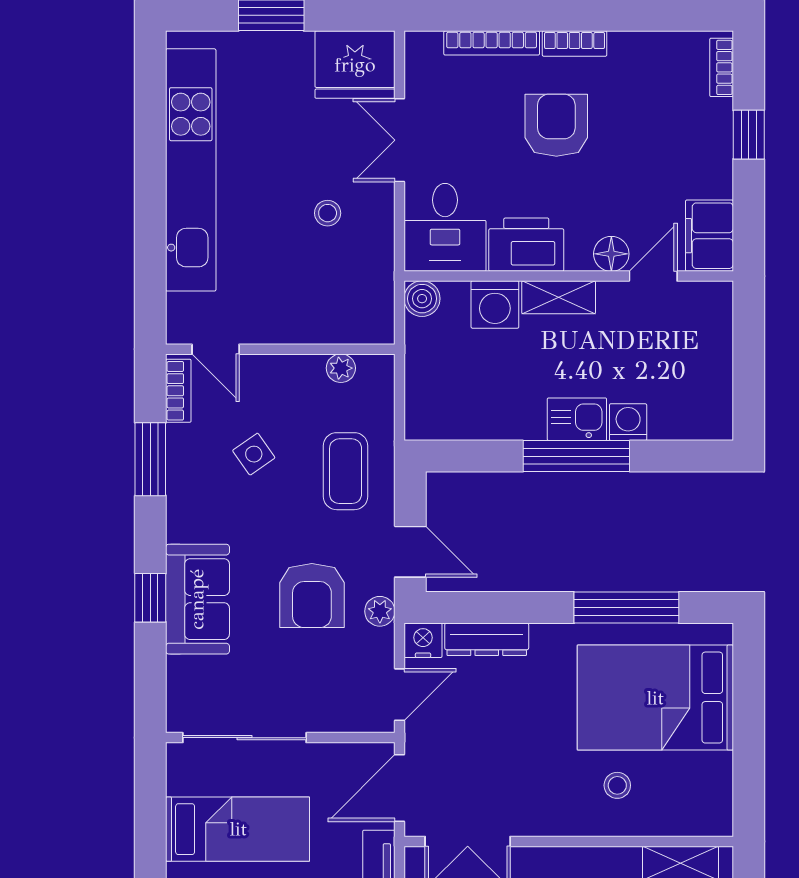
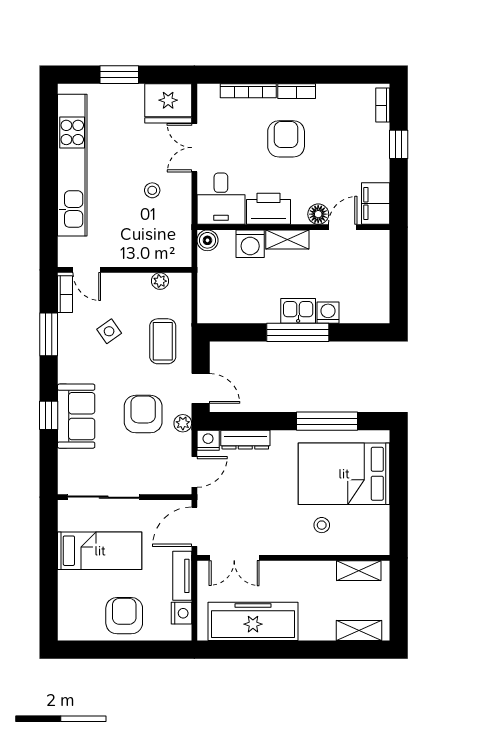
armchair: (312, 596) -> (143, 414), turned 180

